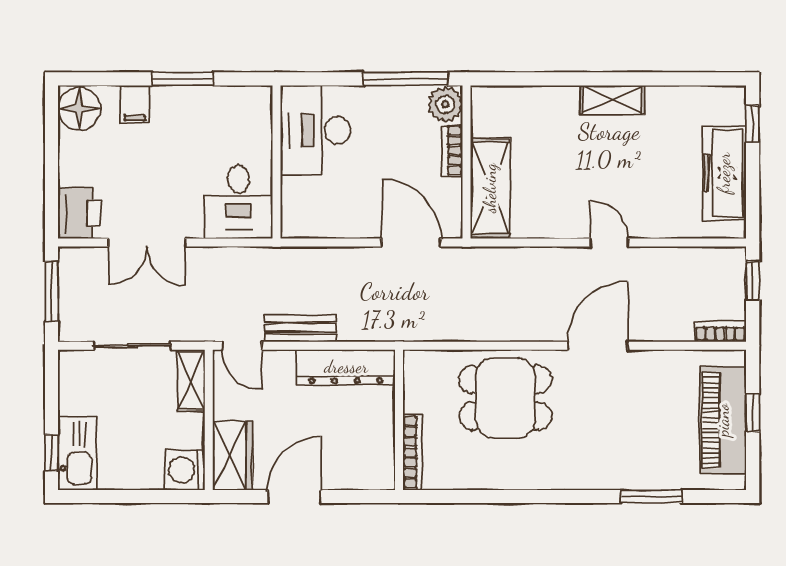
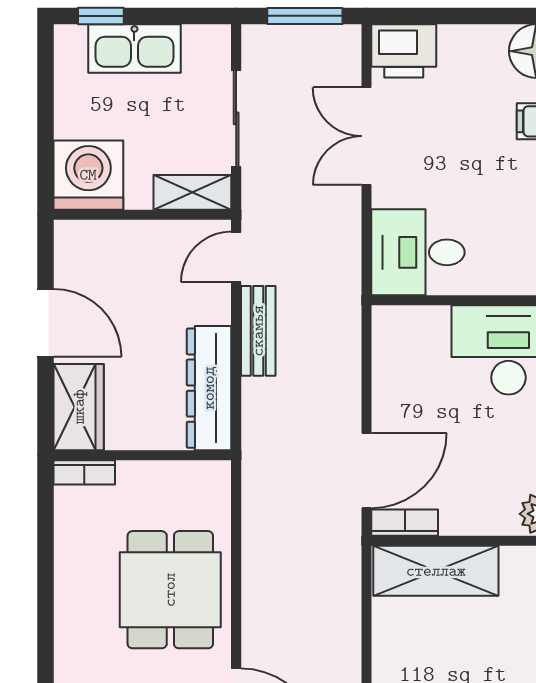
bookcase: (452, 151) -> (405, 523), moved
bookcase: (412, 452) -> (84, 472), width x0.64
kitchen sink: (77, 454) -> (134, 48), moved
wardrobe: (232, 456) -> (79, 407), moved, turned -90
washing machine: (185, 470) -> (88, 175), width x1.37, depth x1.37

